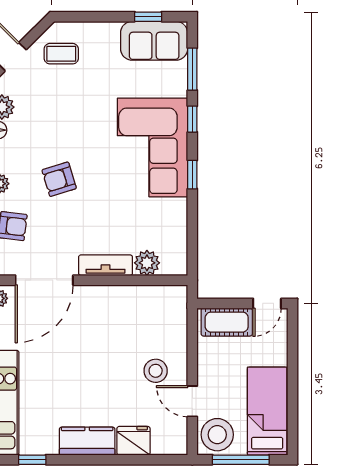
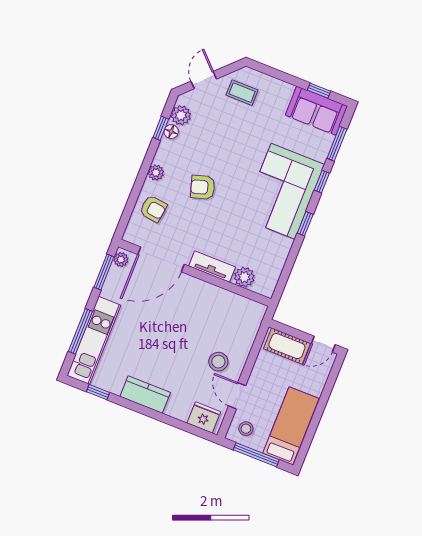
stool: (217, 435) -> (246, 429), width x0.53, depth x0.53
fridge: (133, 441) -> (204, 417), moved

